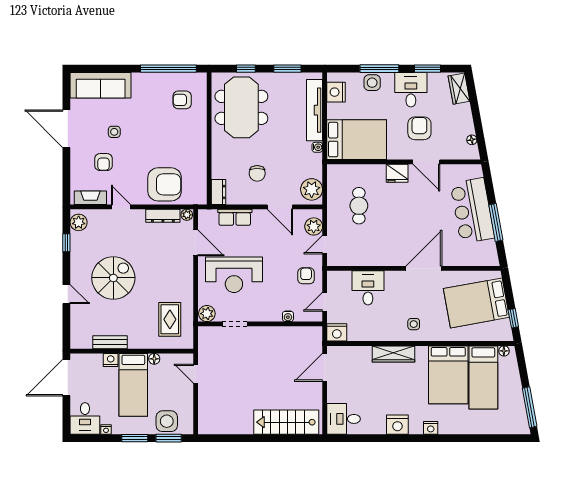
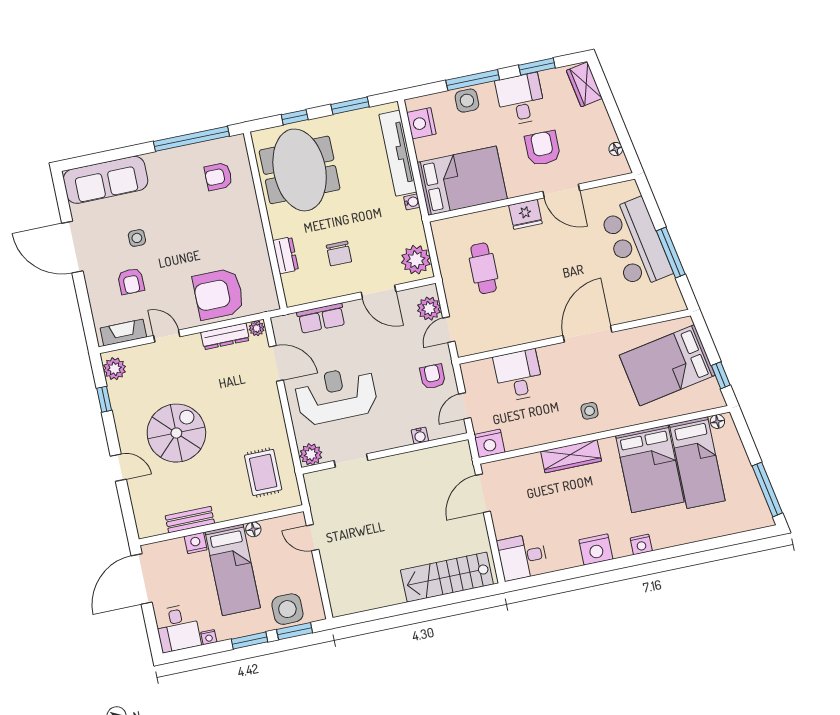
armchair: (165, 184) -> (219, 294), turned 180
dresser: (218, 192) -> (285, 255), moved
reception desk: (234, 275) -> (336, 395), turned 180

